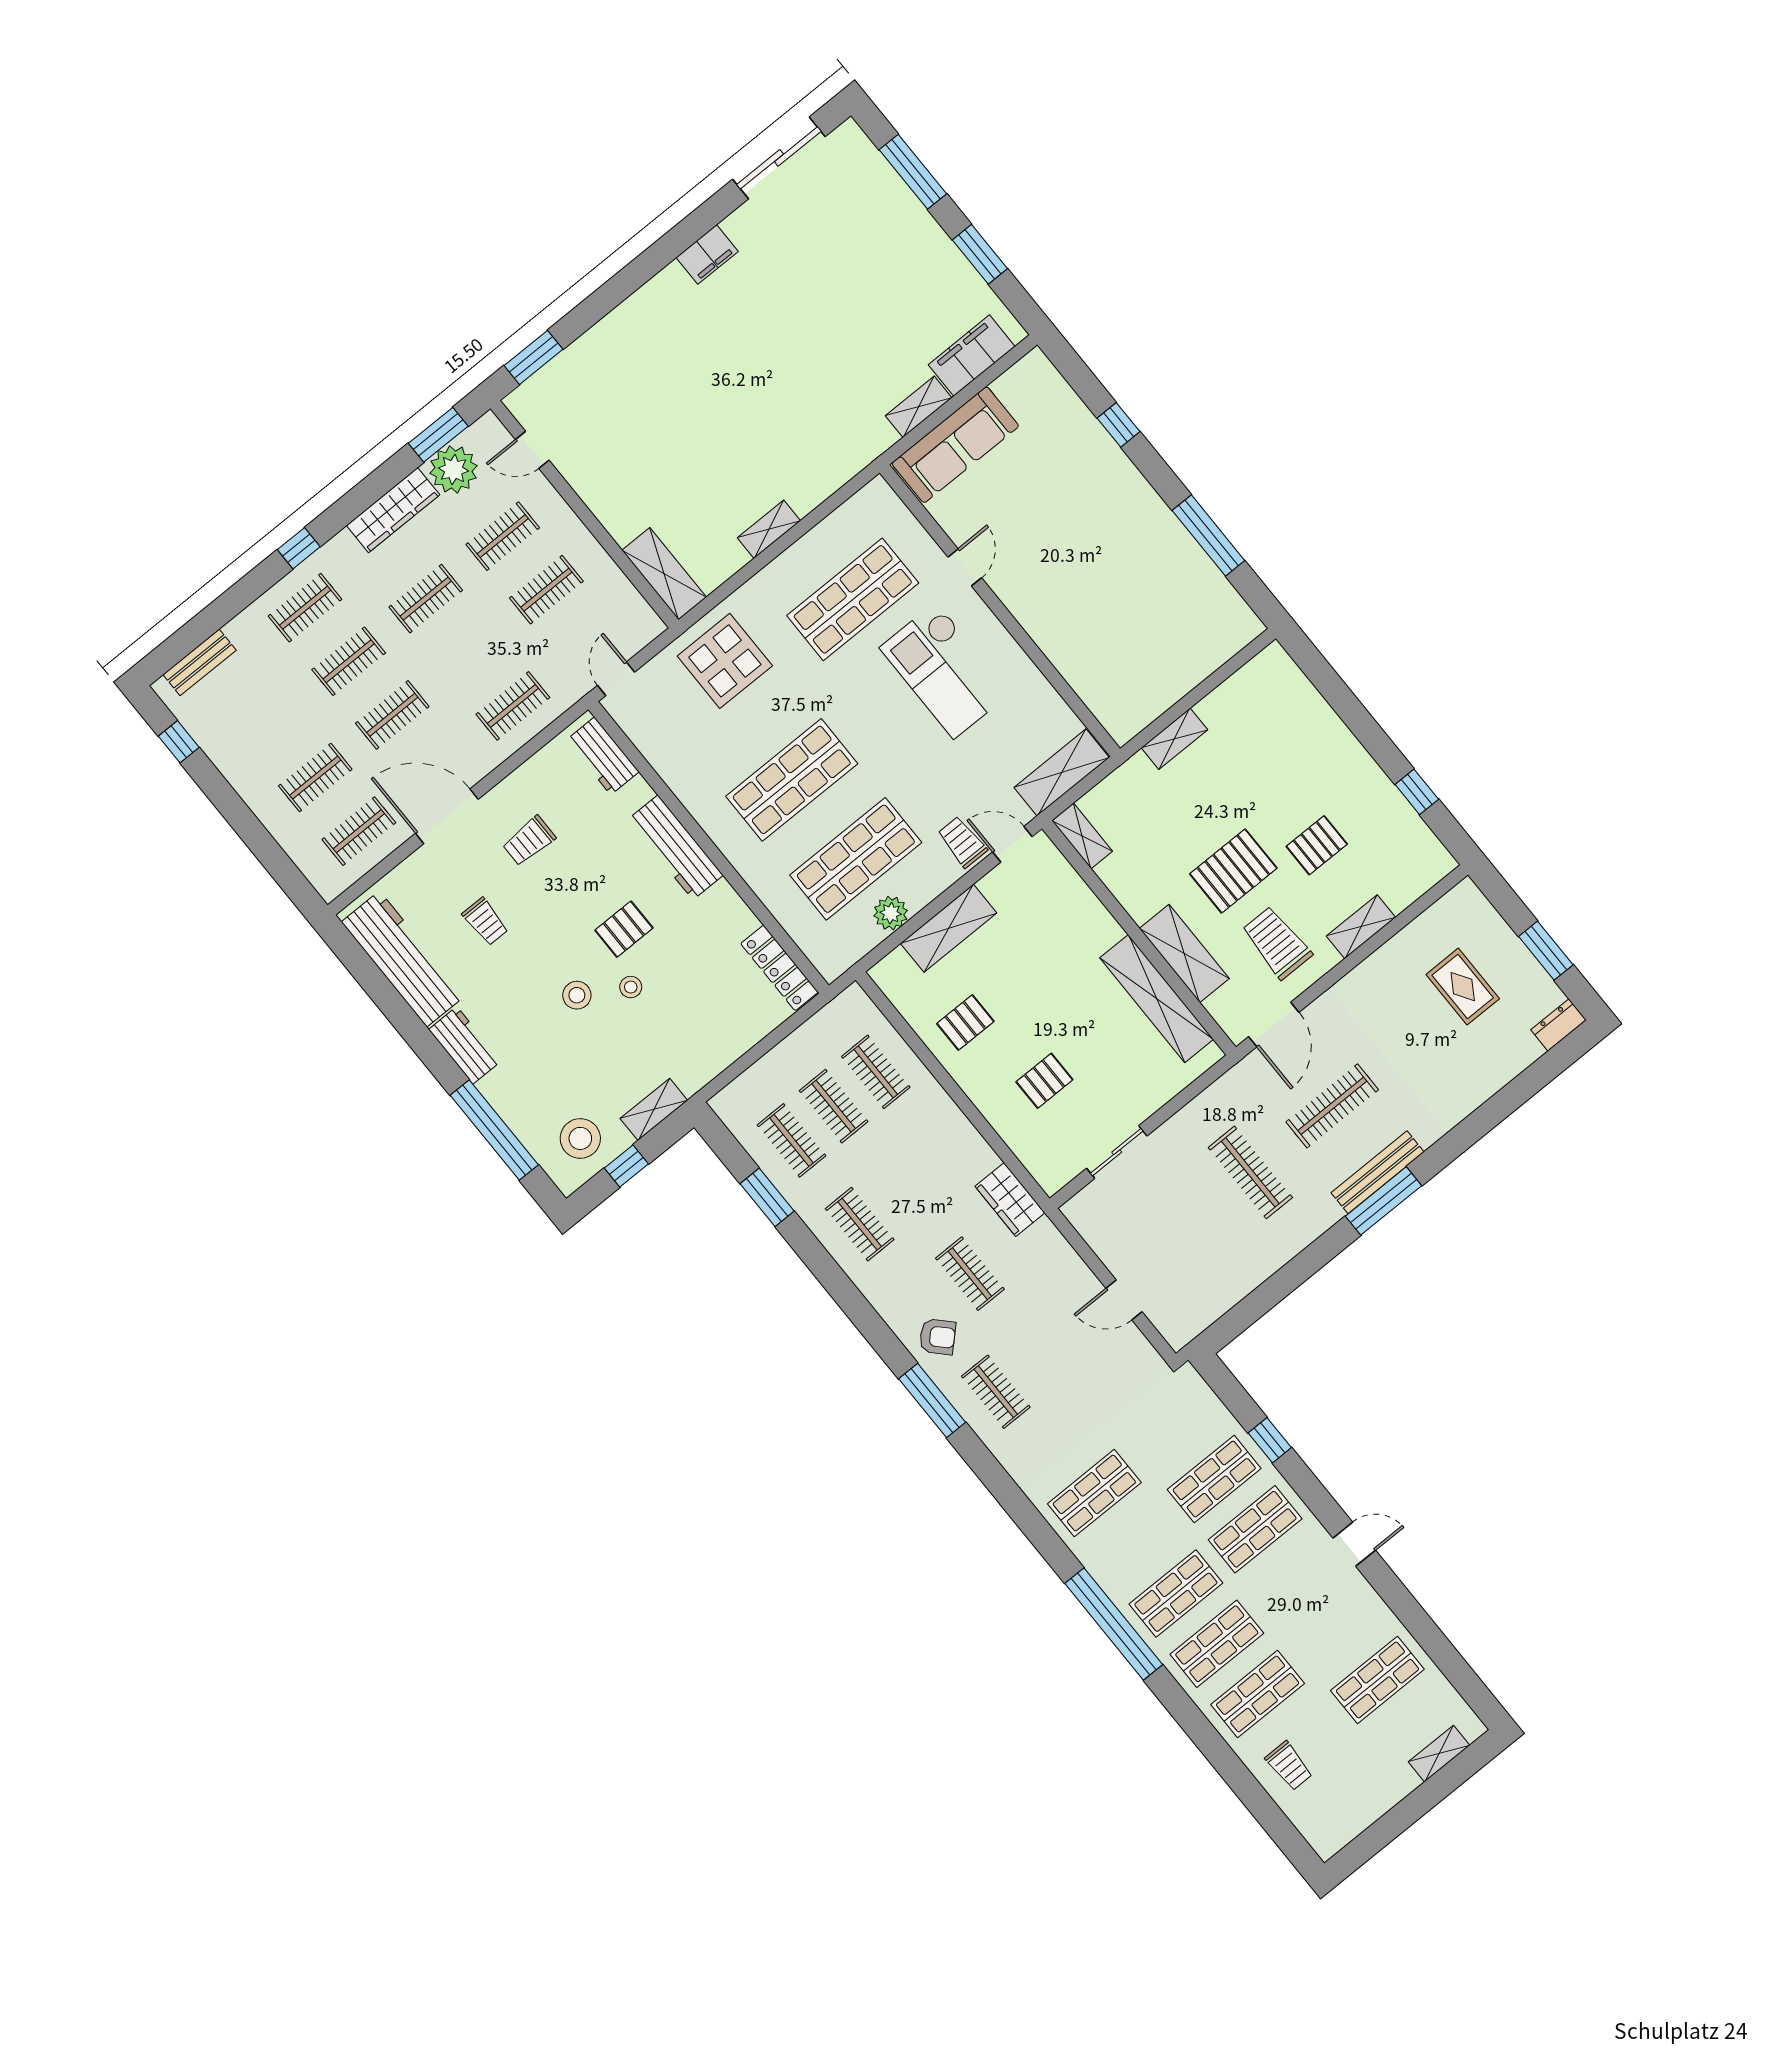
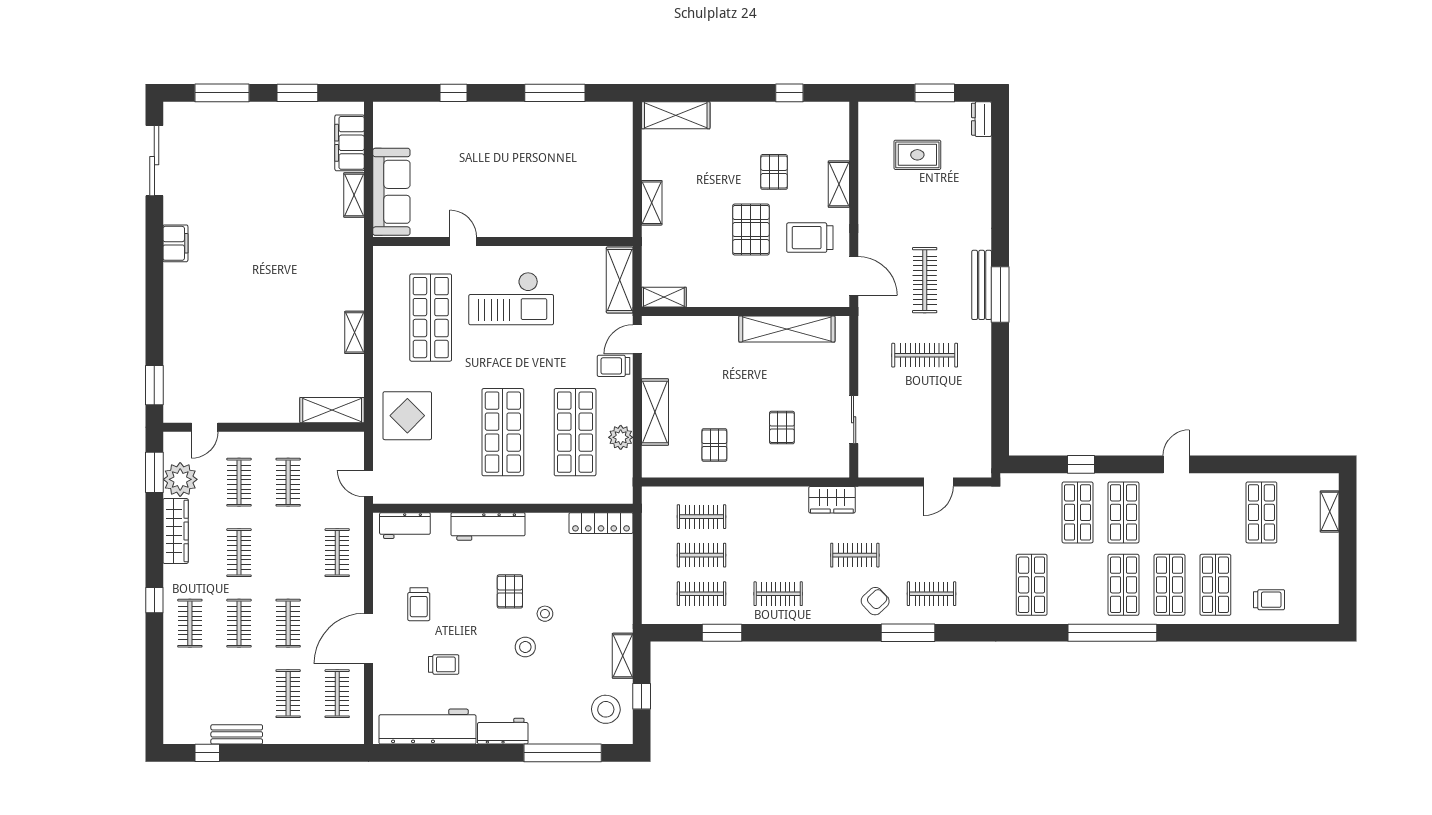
bench: (200, 662) -> (237, 734), moved, turned 90
shelving: (1184, 954) -> (676, 115), moved

